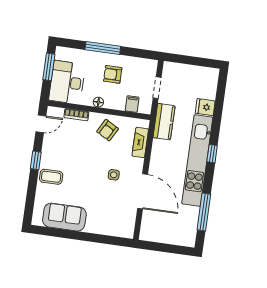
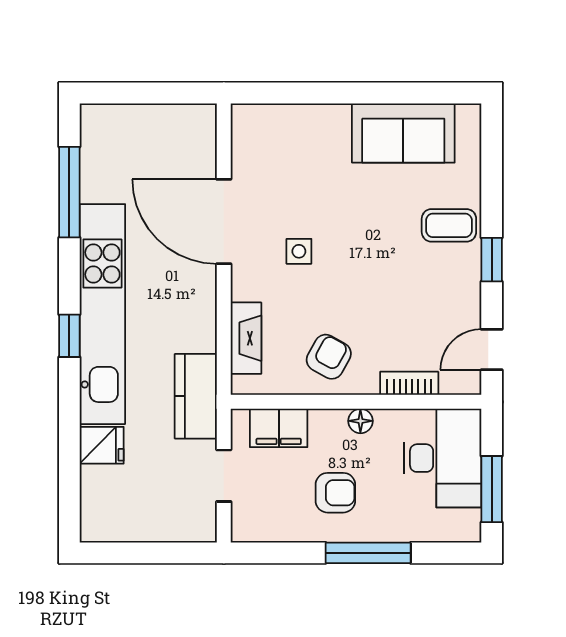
filing cabinet: (132, 104) -> (279, 428), width x2.00

